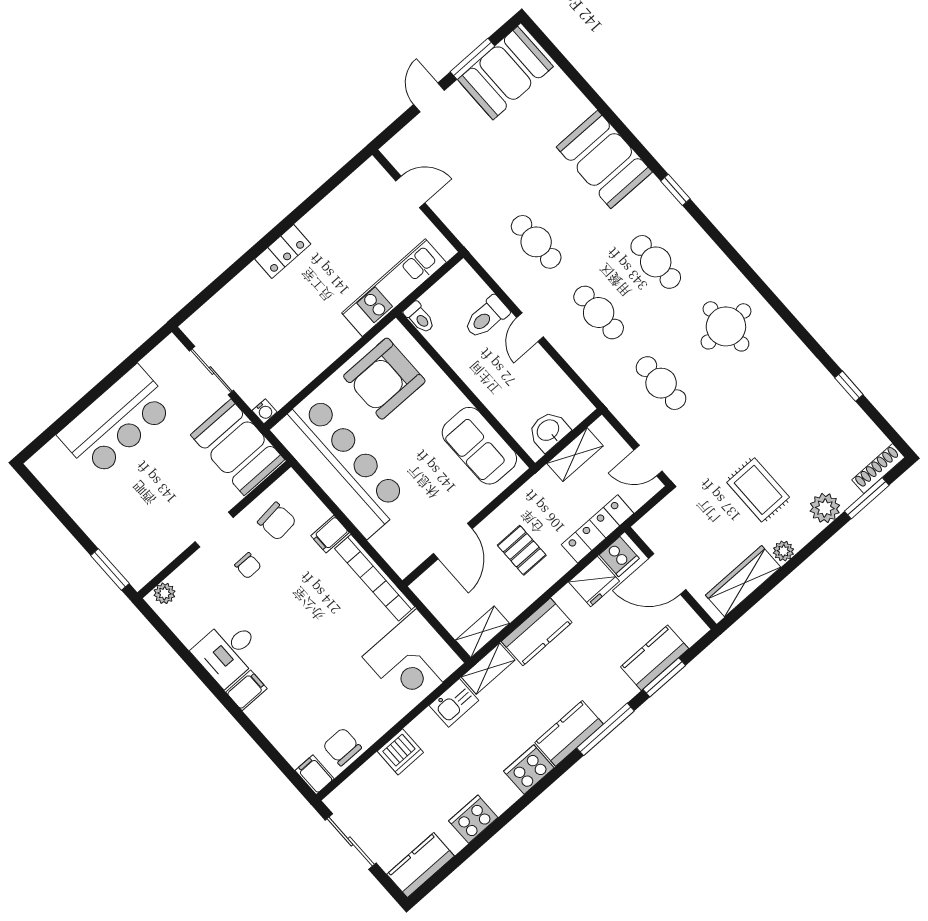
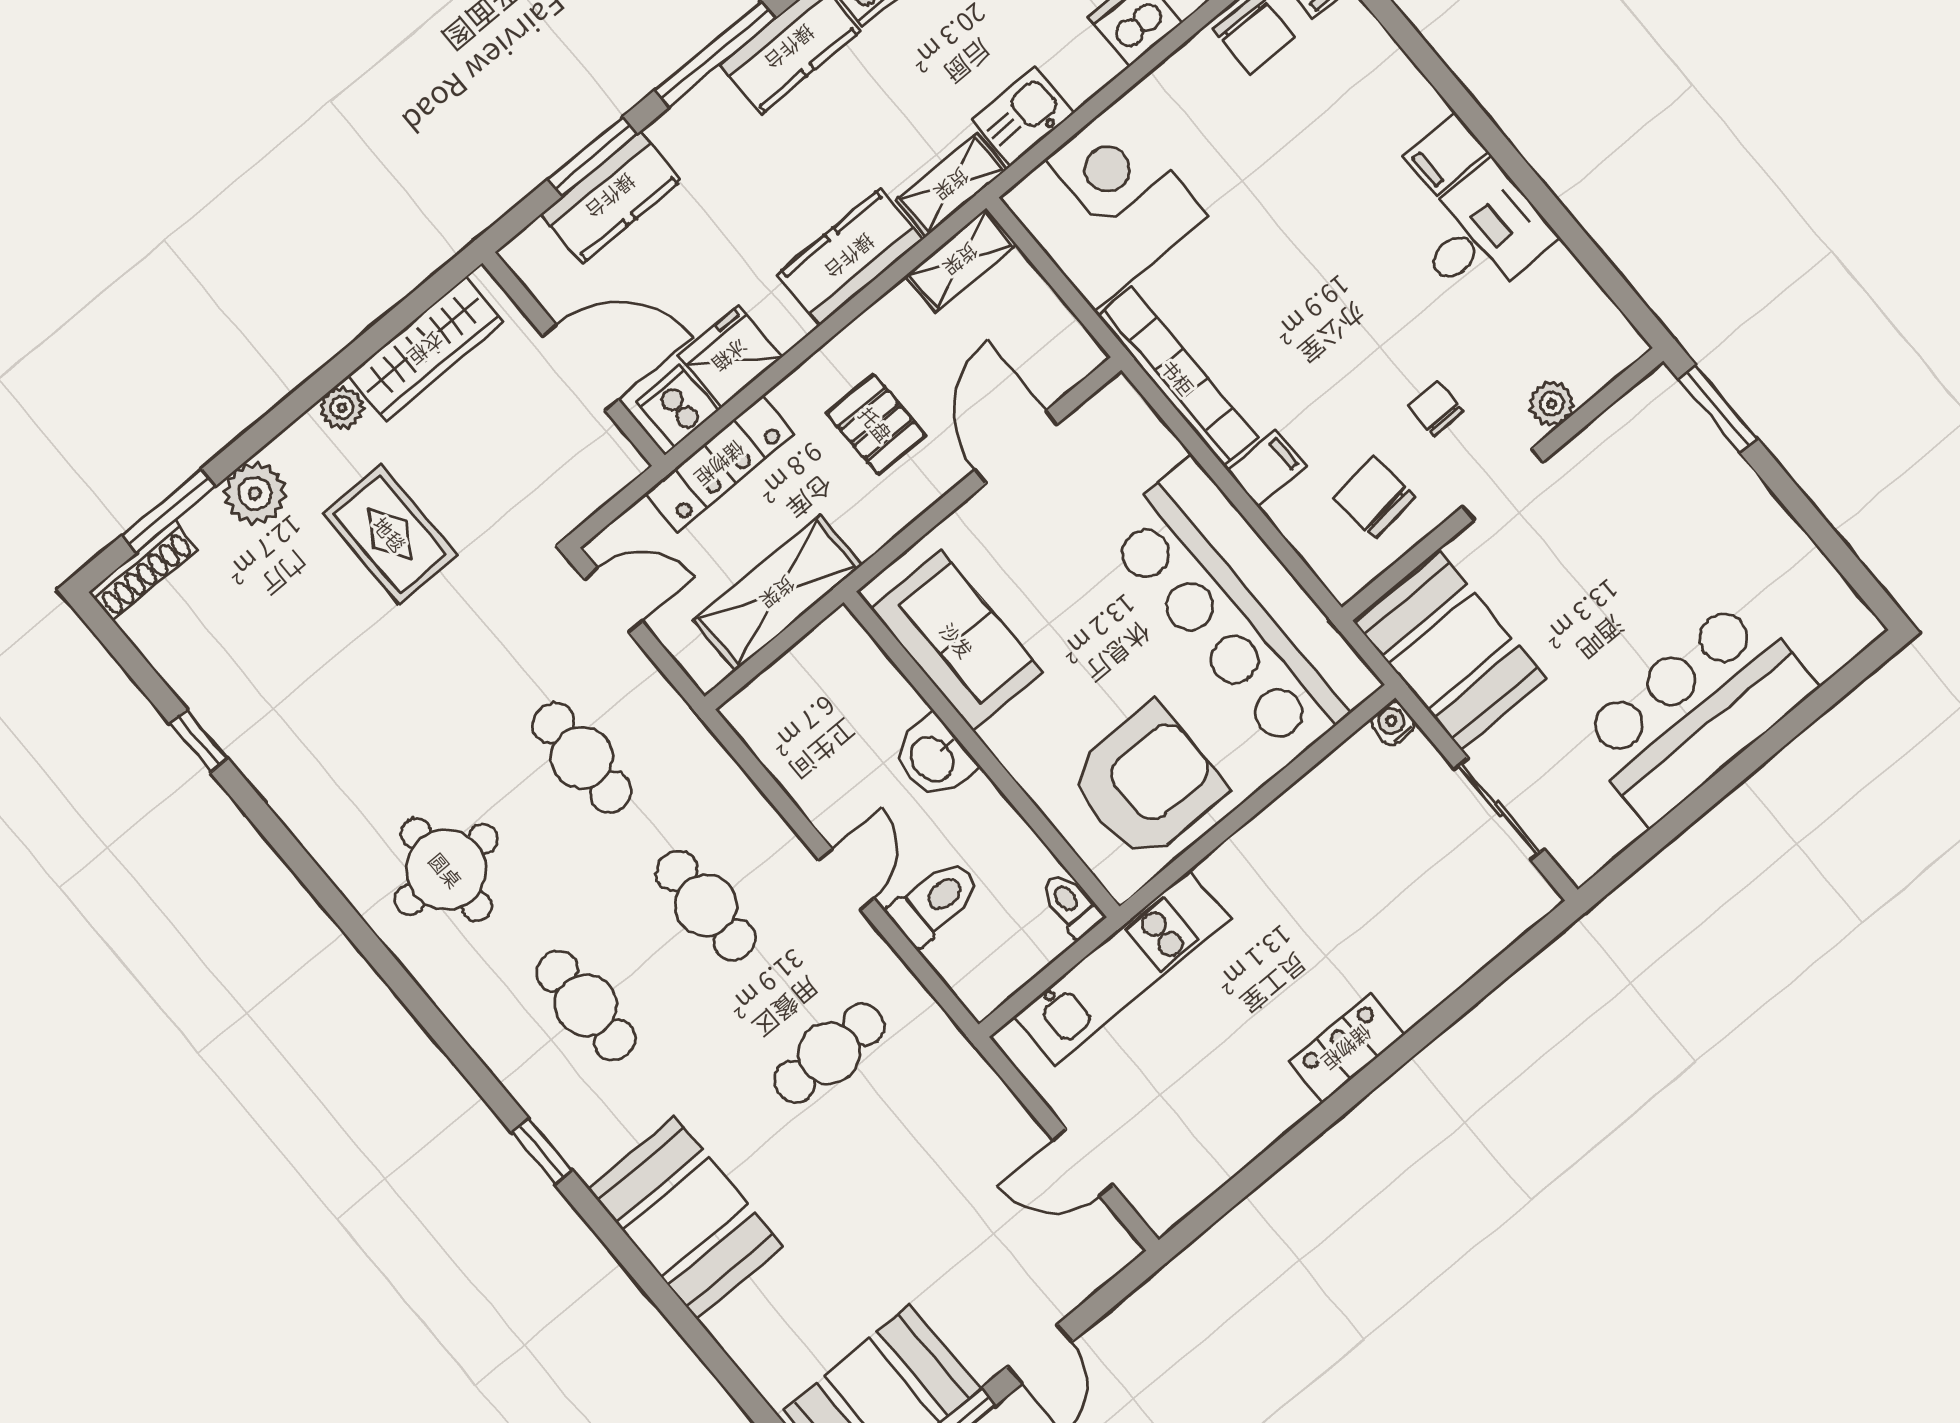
cafe table: (536, 242) -> (829, 1053), turned 90
washbasin: (549, 431) -> (933, 758), moved, turned 90
shelving: (575, 455) -> (778, 593), width x1.50, depth x1.33
plant: (164, 593) -> (1552, 404), moved

